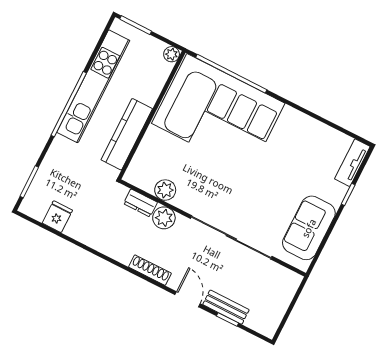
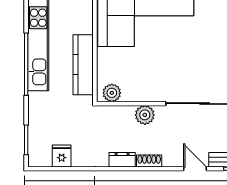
plant: (165, 190) -> (112, 93), moved
dresser: (140, 203) -> (122, 160), moved, turned 180
shoe rack: (150, 270) -> (149, 161), width x0.70

